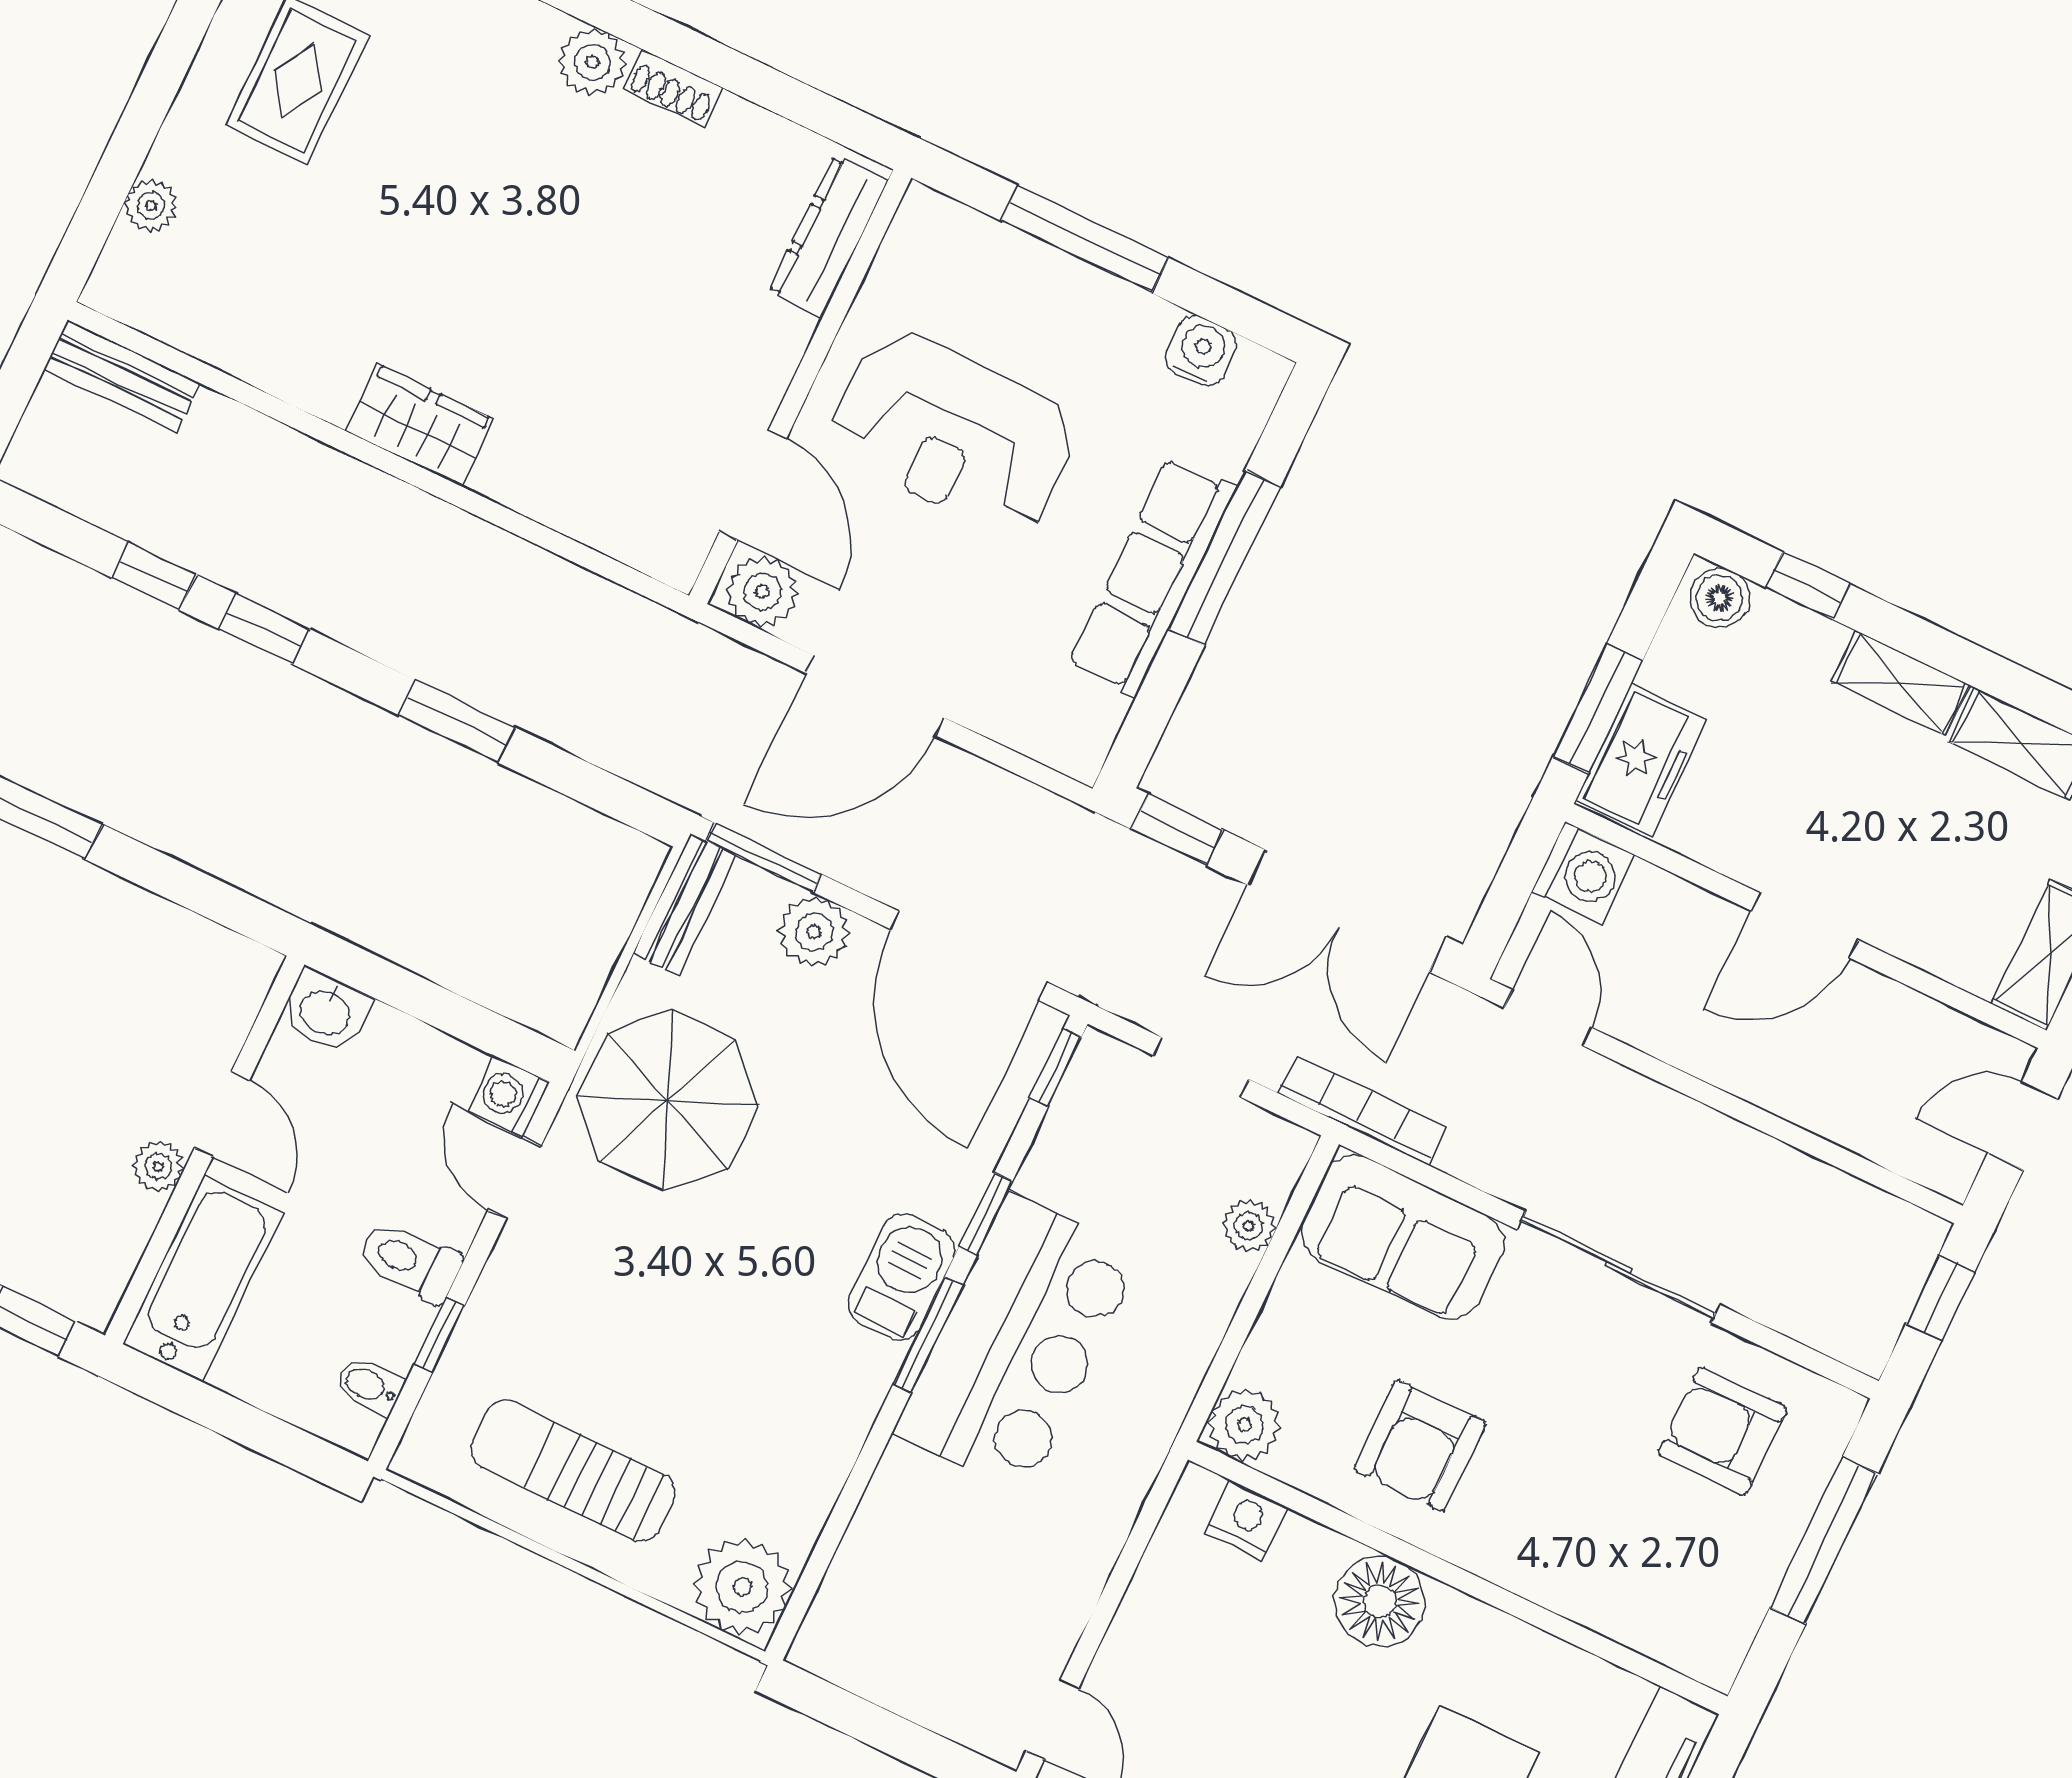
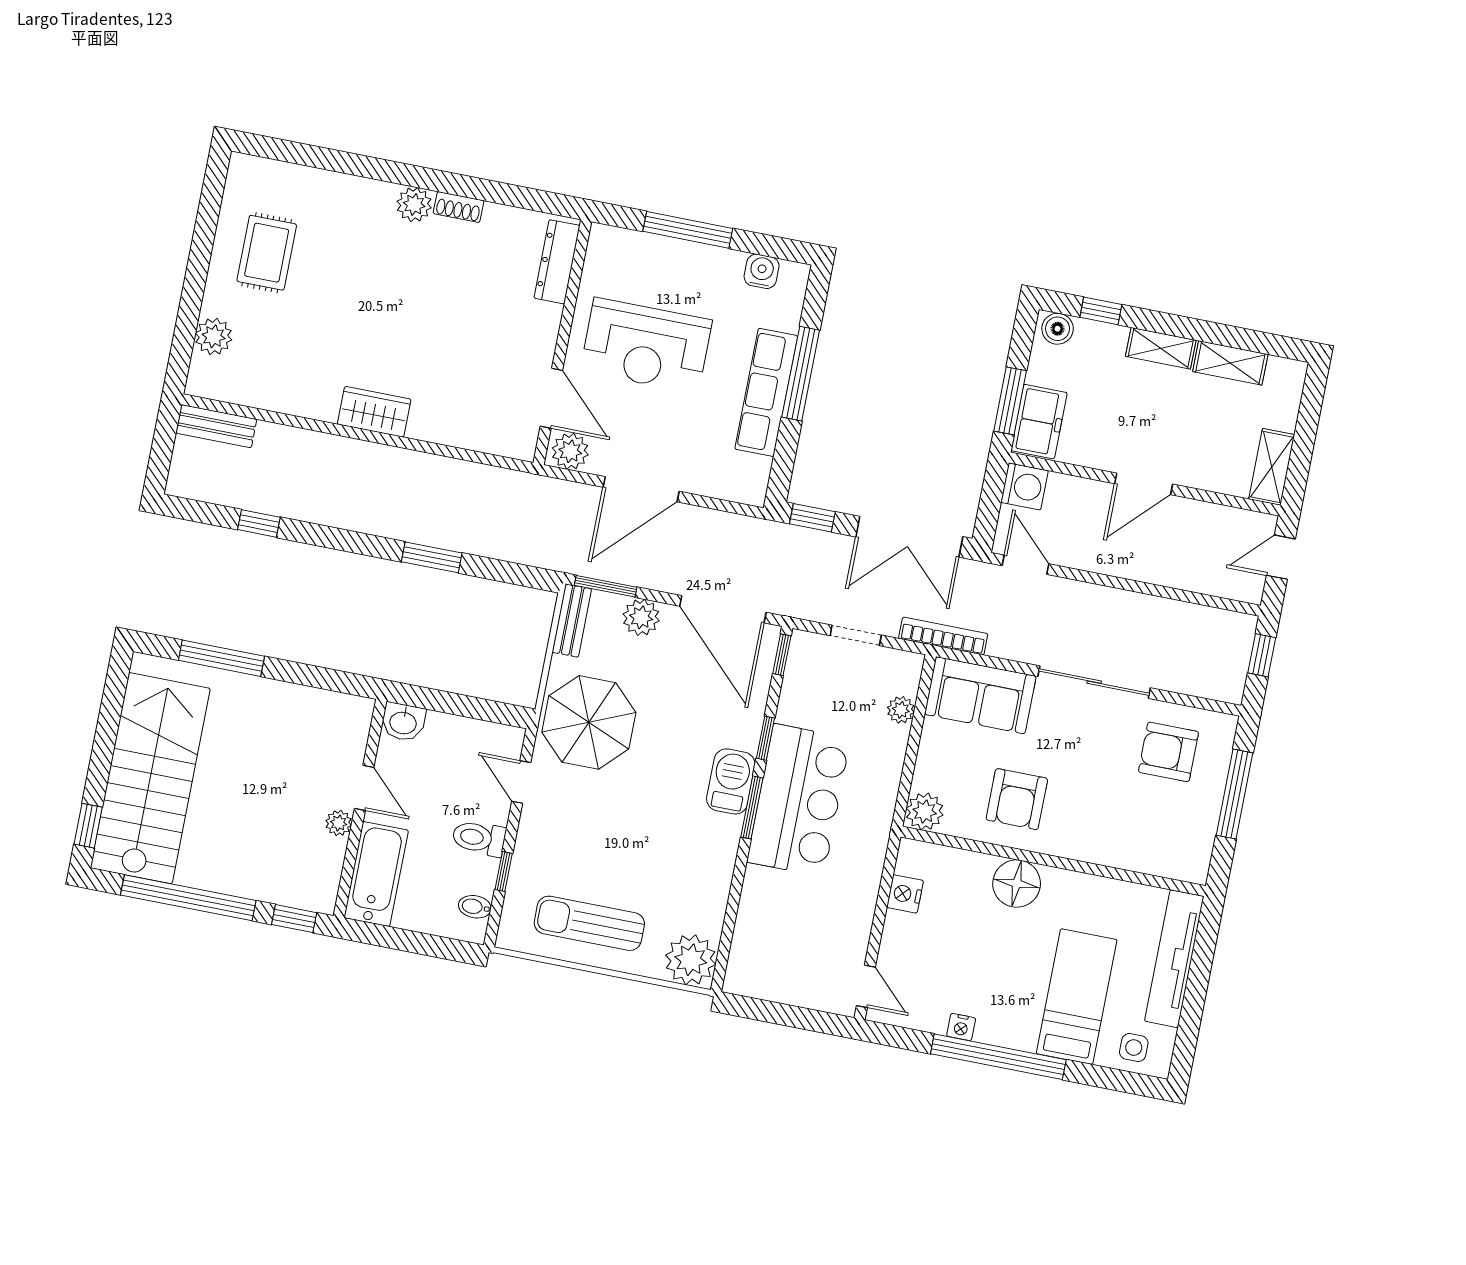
plant: (151, 206) -> (214, 336), width x1.38, depth x1.38
window: (264, 629) -> (322, 536), removed
washing machine: (509, 1096) -> (507, 741), removed
nightstand: (1246, 1520) -> (905, 894), moved, turned -90

